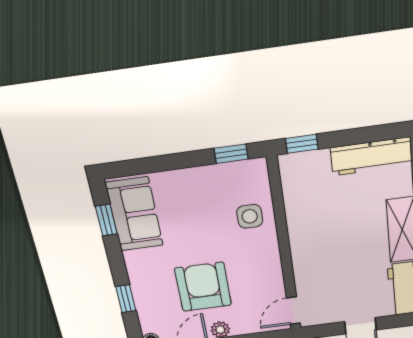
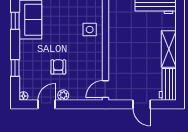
armchair: (203, 287) -> (58, 67), width x0.53, depth x0.53

